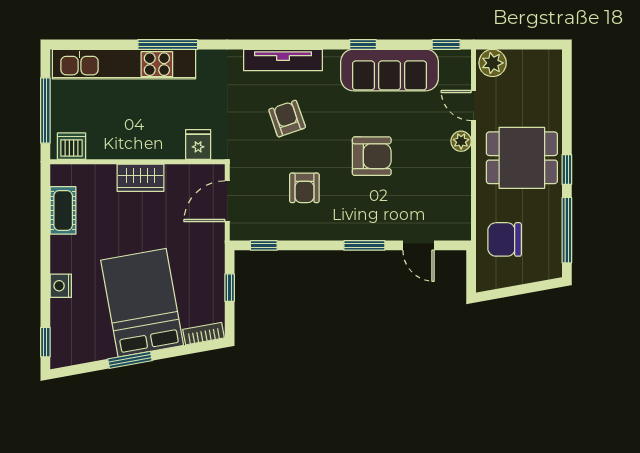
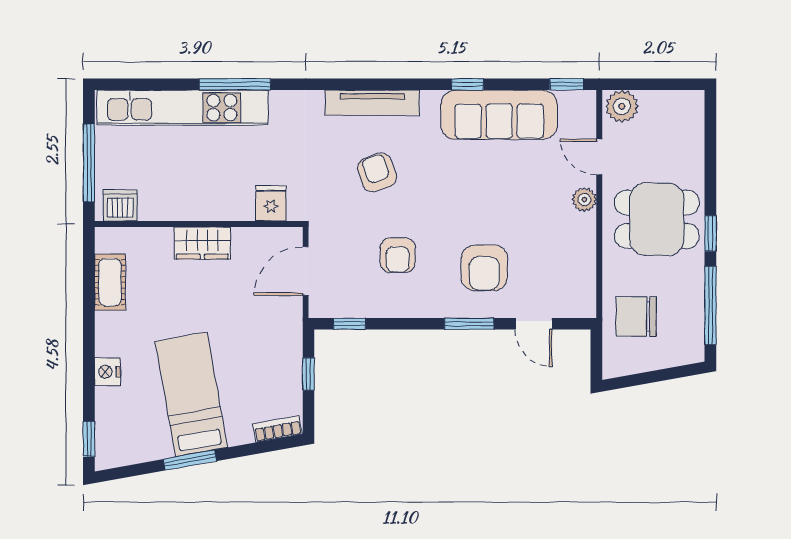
armchair: (372, 156) -> (484, 268), moved, turned 90
bed: (142, 303) -> (191, 394), width x0.67

